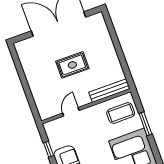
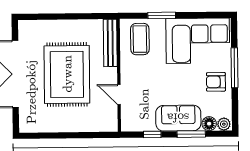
rug: (72, 65) -> (67, 74), width x1.86, depth x2.06

